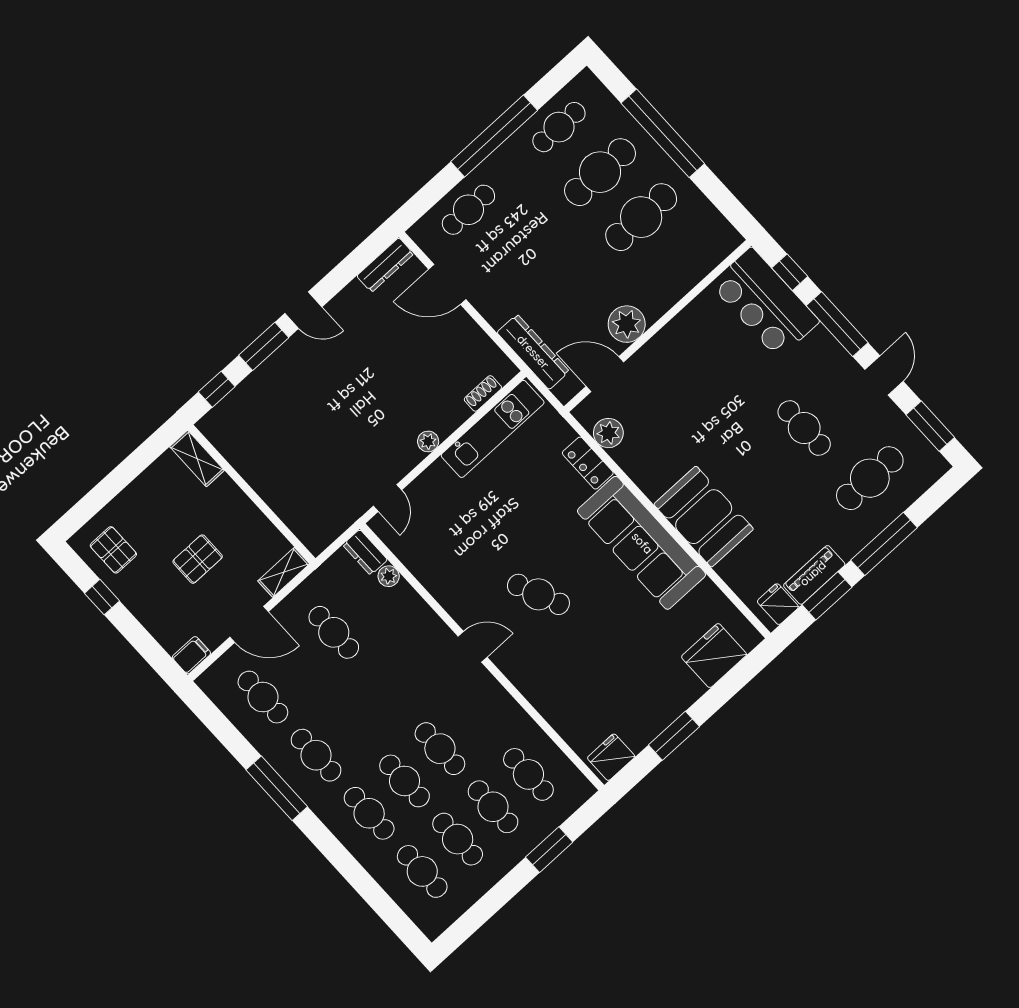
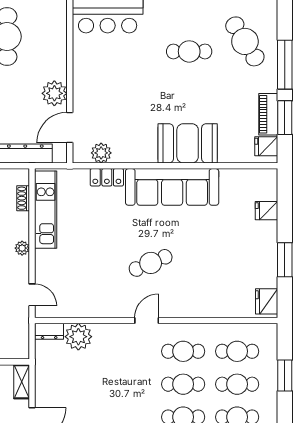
cafe table: (870, 478) -> (245, 41), turned -32
plant: (389, 576) -> (78, 337), width x1.87, depth x1.87
cafe table: (334, 632) -> (183, 351), moved
fridge: (714, 656) -> (266, 211), width x0.53, depth x0.75

